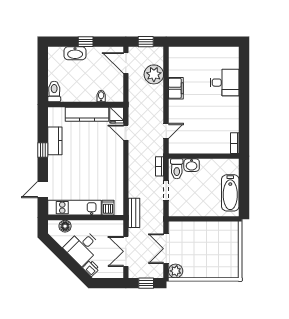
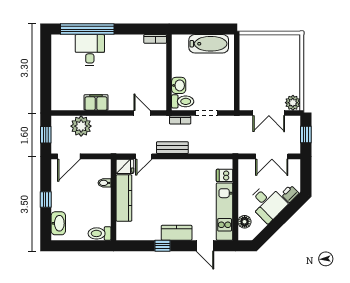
washbasin: (75, 53) -> (58, 223), moved
window: (244, 80) -> (87, 29), added
kitchen counter: (55, 141) -> (177, 233), moved
bench: (134, 213) -> (172, 148), moved

